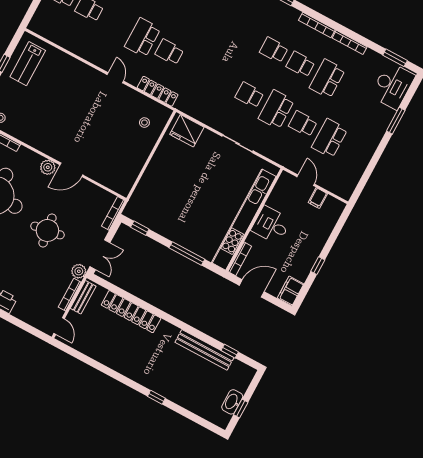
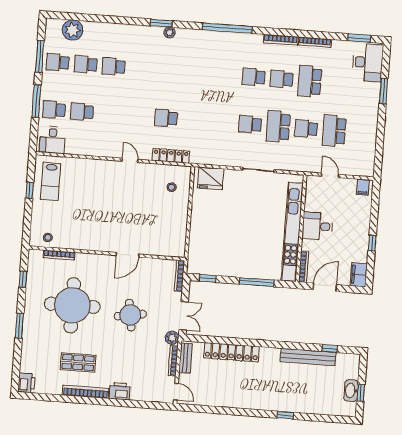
desk: (48, 24) -> (52, 140), added
school desk: (143, 37) -> (138, 116), removed
plant: (48, 167) -> (107, 261), removed
filing cabinet: (318, 198) -> (363, 187), moved

